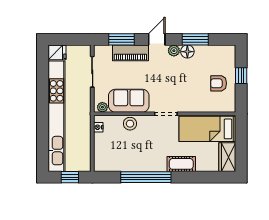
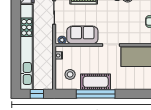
stool: (130, 124) -> (70, 74), moved
cot: (181, 164) -> (96, 82), moved, width x1.37, depth x1.34

